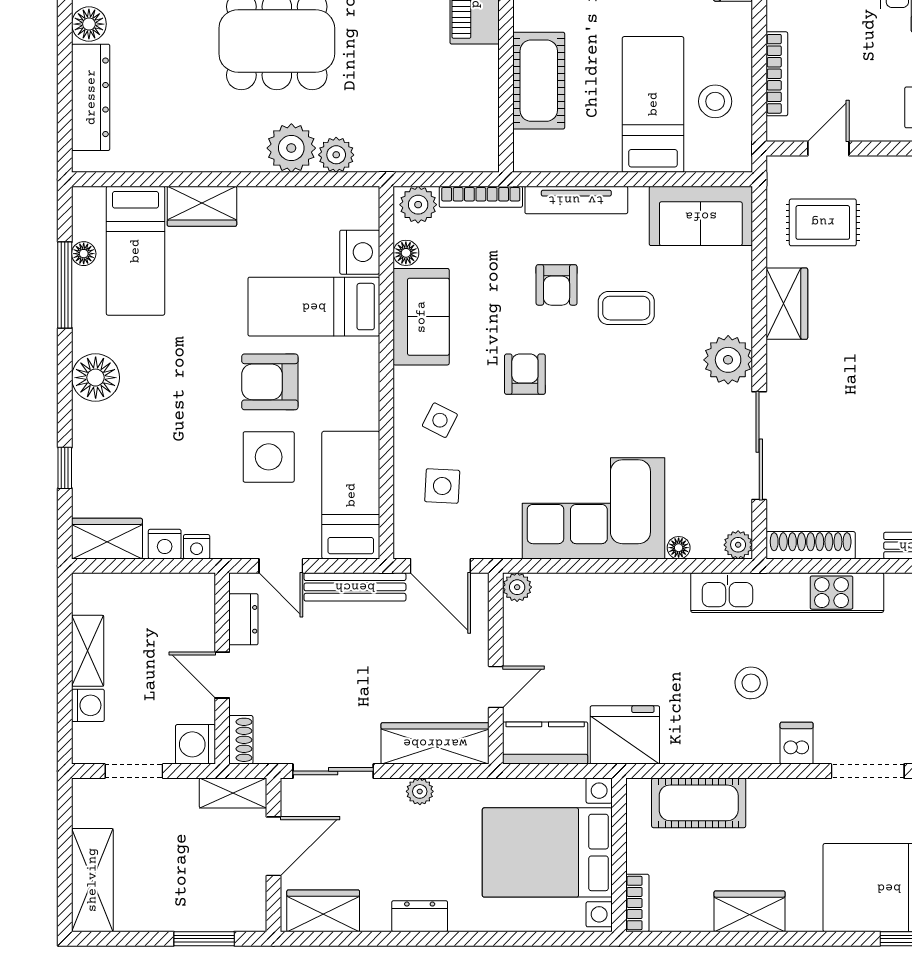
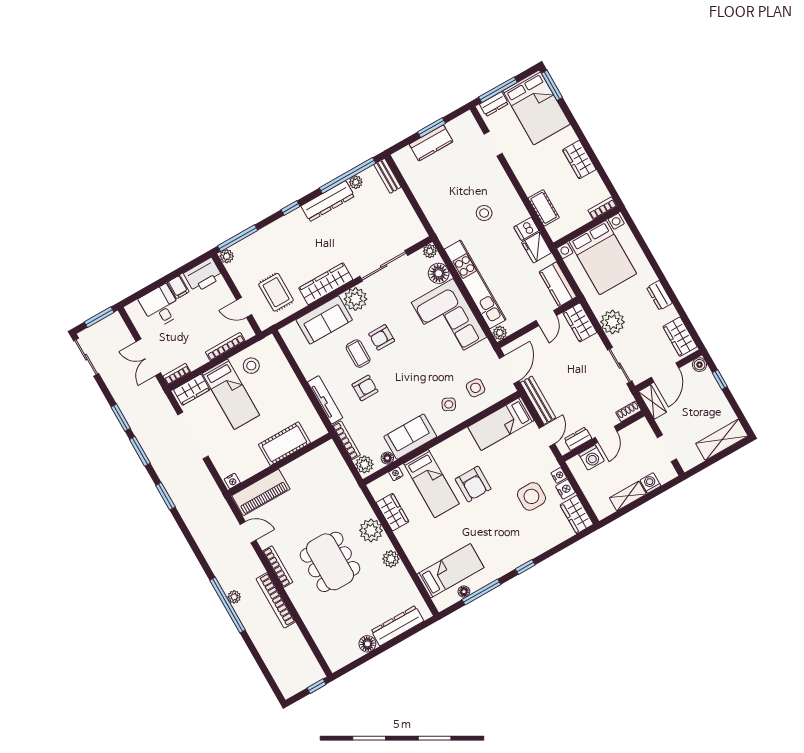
bed: (653, 104) -> (231, 394), moved, turned -90
plant: (336, 155) -> (391, 559), moved
wardrobe: (202, 206) -> (393, 512), moved
sofa: (701, 216) -> (324, 320), moved, turned 90
nightstand: (360, 252) -> (396, 474), width x0.53, depth x0.56
wardrobe: (787, 304) -> (326, 284), width x1.50
armchair: (525, 374) -> (382, 337), moved
floor lamp: (96, 378) -> (513, 557), removed
side table: (269, 457) -> (531, 496), moved
window: (65, 468) -> (525, 567), moved
shoe rack: (811, 545) -> (413, 221), removed
floor lamp: (679, 548) -> (439, 273), width x1.89, depth x1.89
kitchen unit: (787, 593) -> (475, 284), moved
door: (496, 687) -> (546, 318), swing flipped
fridge: (625, 735) -> (536, 248), width x0.73, depth x0.75
wardrobe: (435, 743) -> (580, 322), width x0.67
dishwasher: (797, 743) -> (526, 229), moved
washing machine: (195, 744) -> (591, 457), moved
doorway: (868, 771) -> (493, 144), width x0.73
plant: (420, 791) -> (613, 322), width x1.88, depth x1.88
cot: (699, 803) -> (544, 208), width x0.73, depth x0.75
door: (273, 846) -> (665, 373), swing flipped
boiler: (252, 917) -> (700, 365), added
window: (204, 939) -> (720, 380), width x0.67

